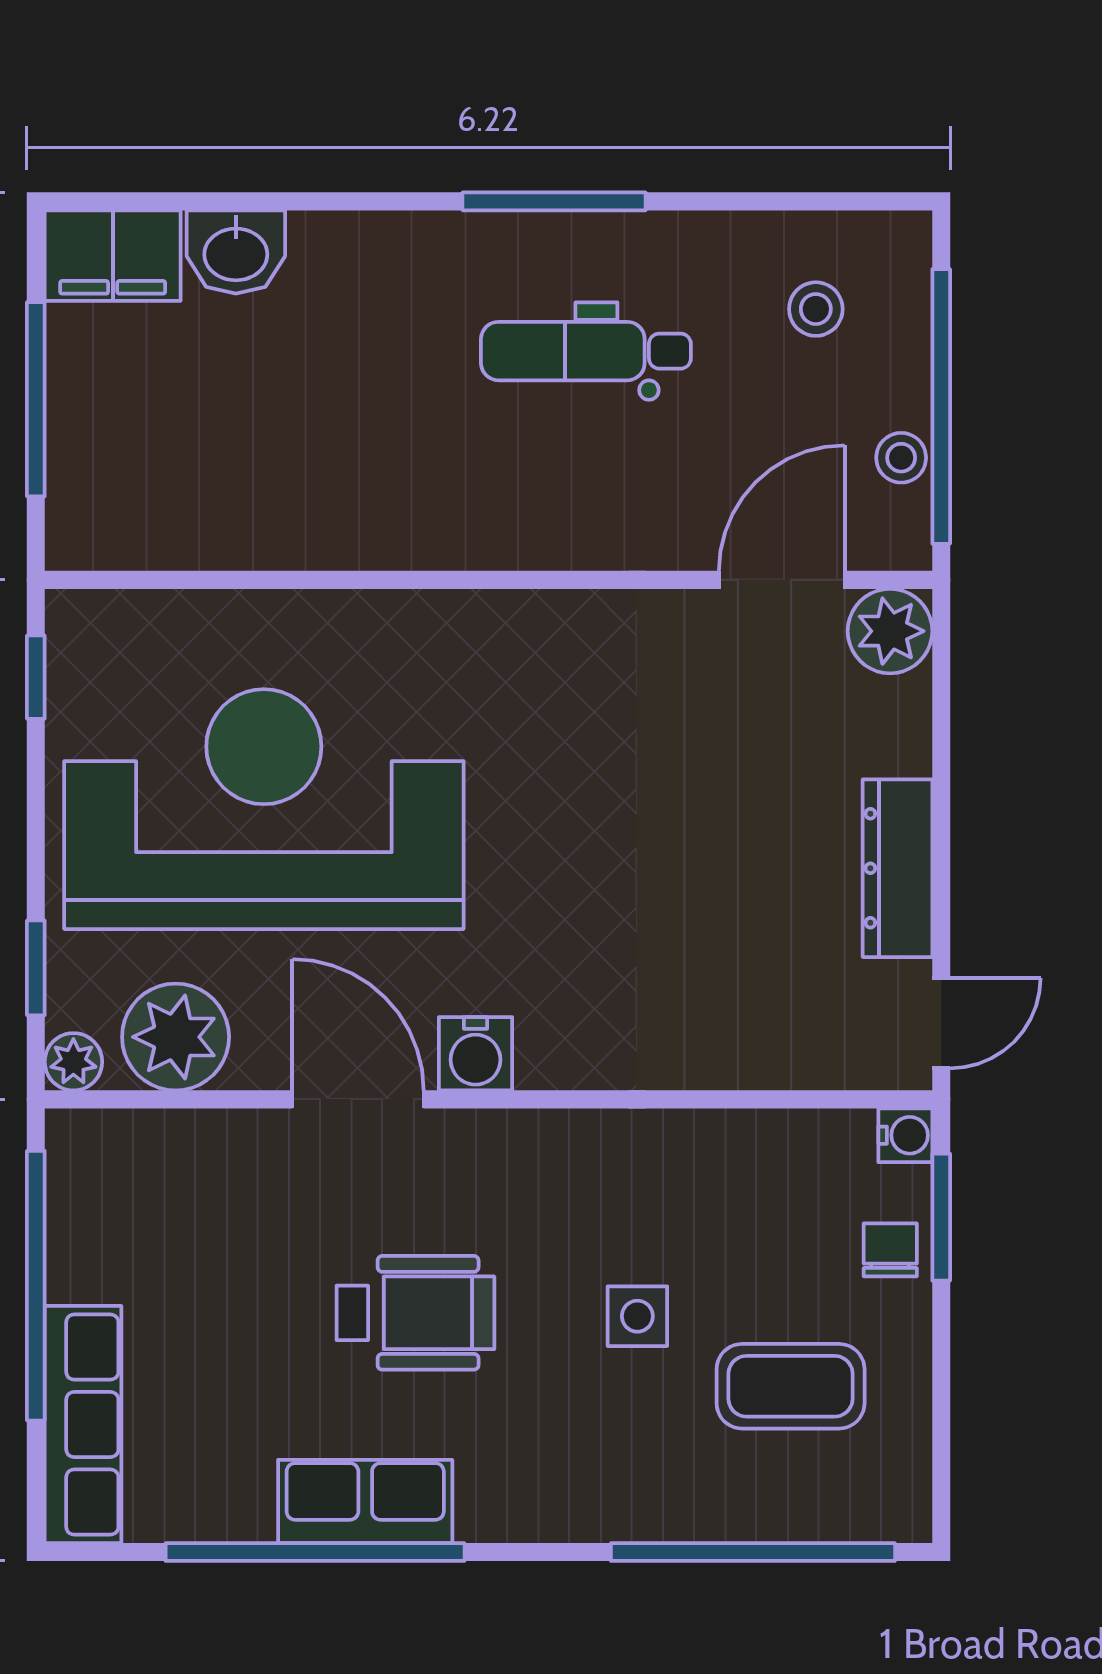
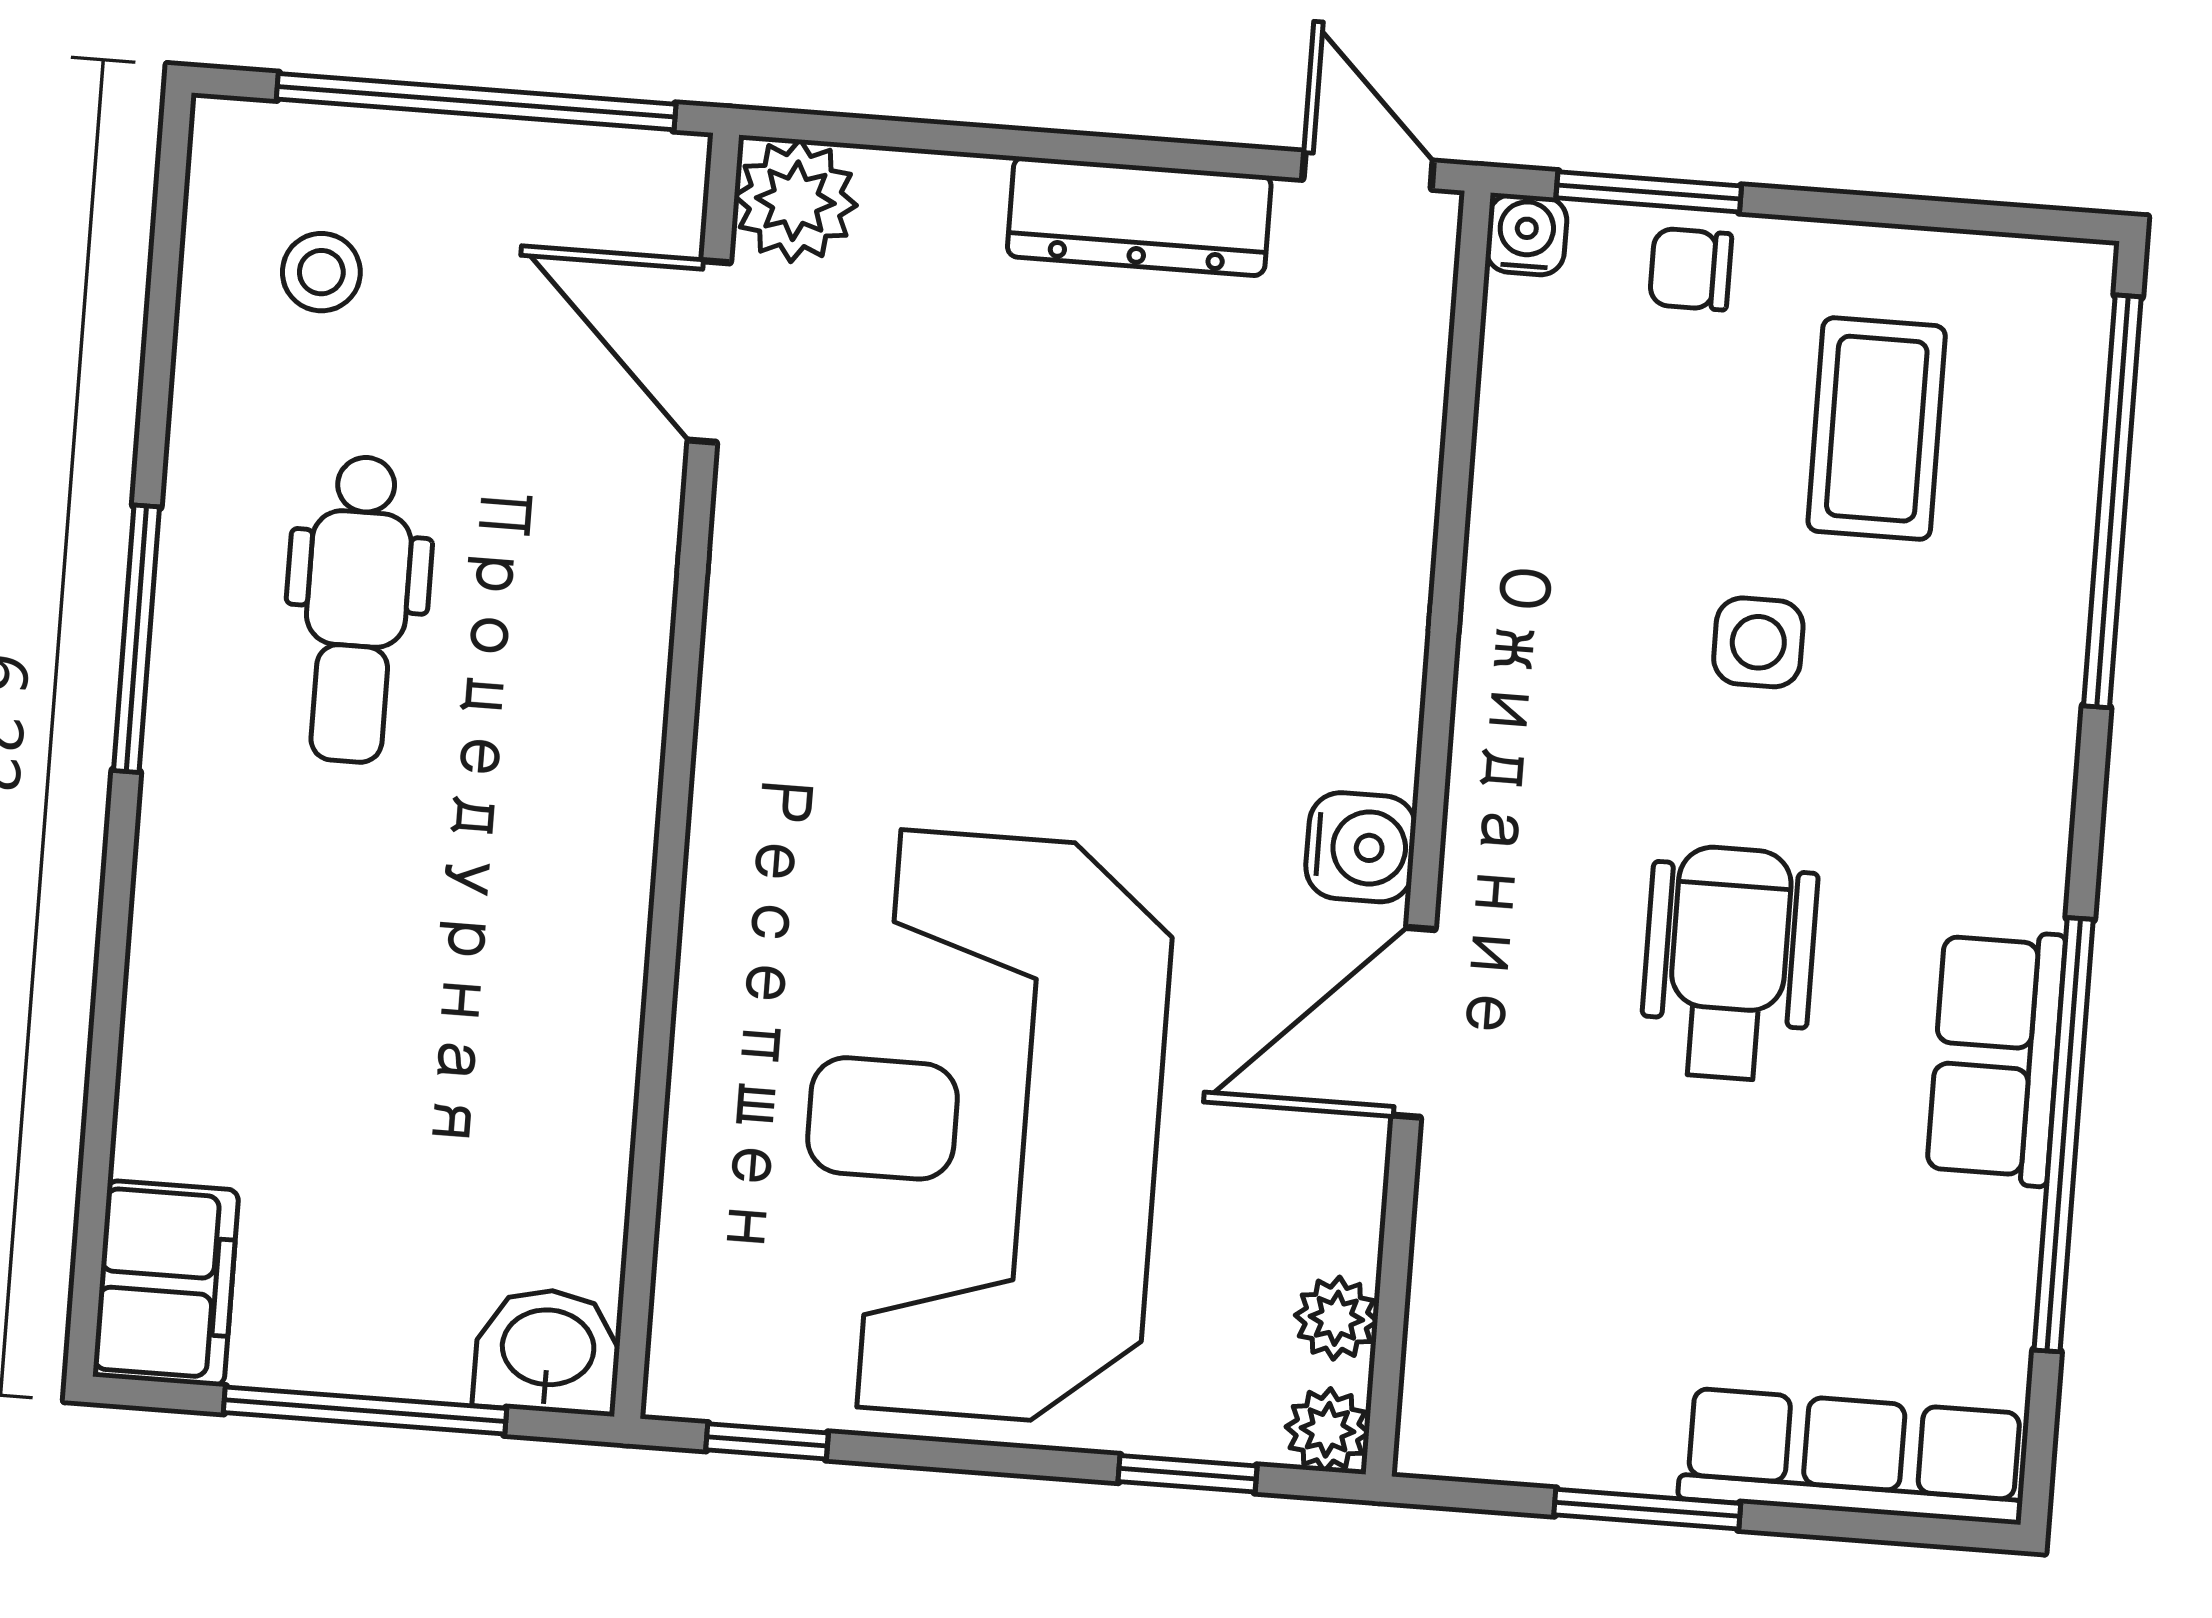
washbasin: (236, 252) -> (548, 1351), moved, turned -90
stool: (901, 458) -> (546, 165), removed
plant: (176, 1037) -> (1336, 1318), width x0.53, depth x0.53
window: (36, 1286) -> (1647, 1509), width x0.47

